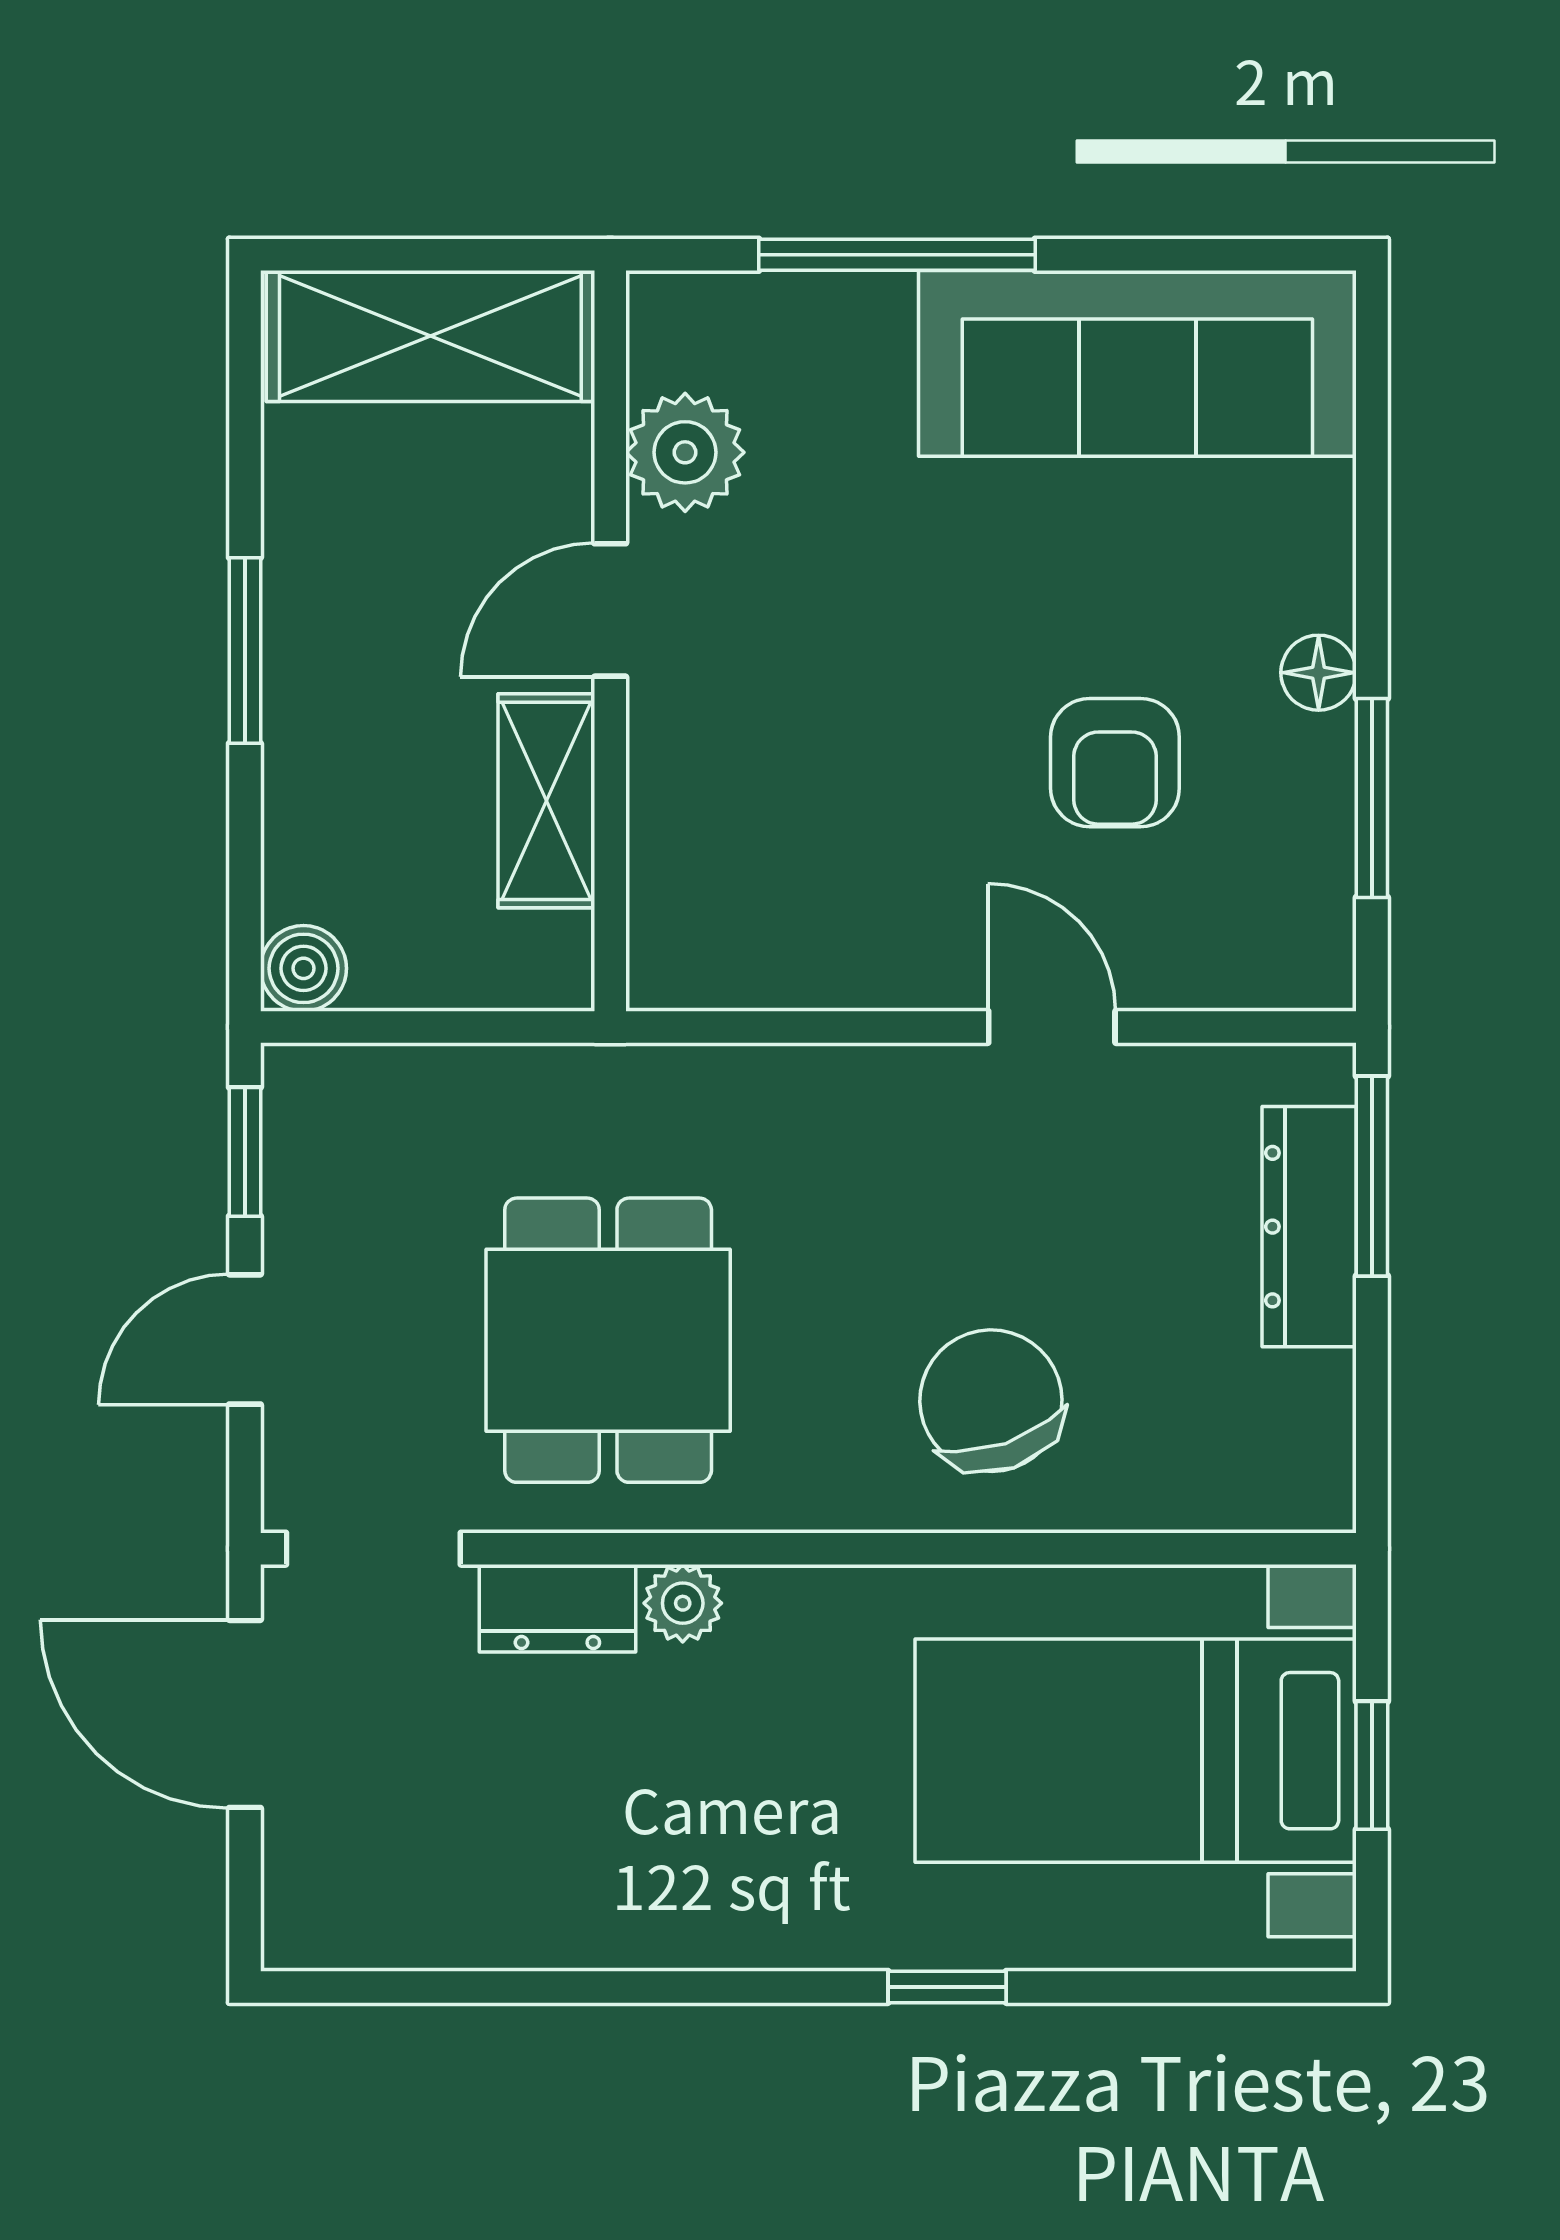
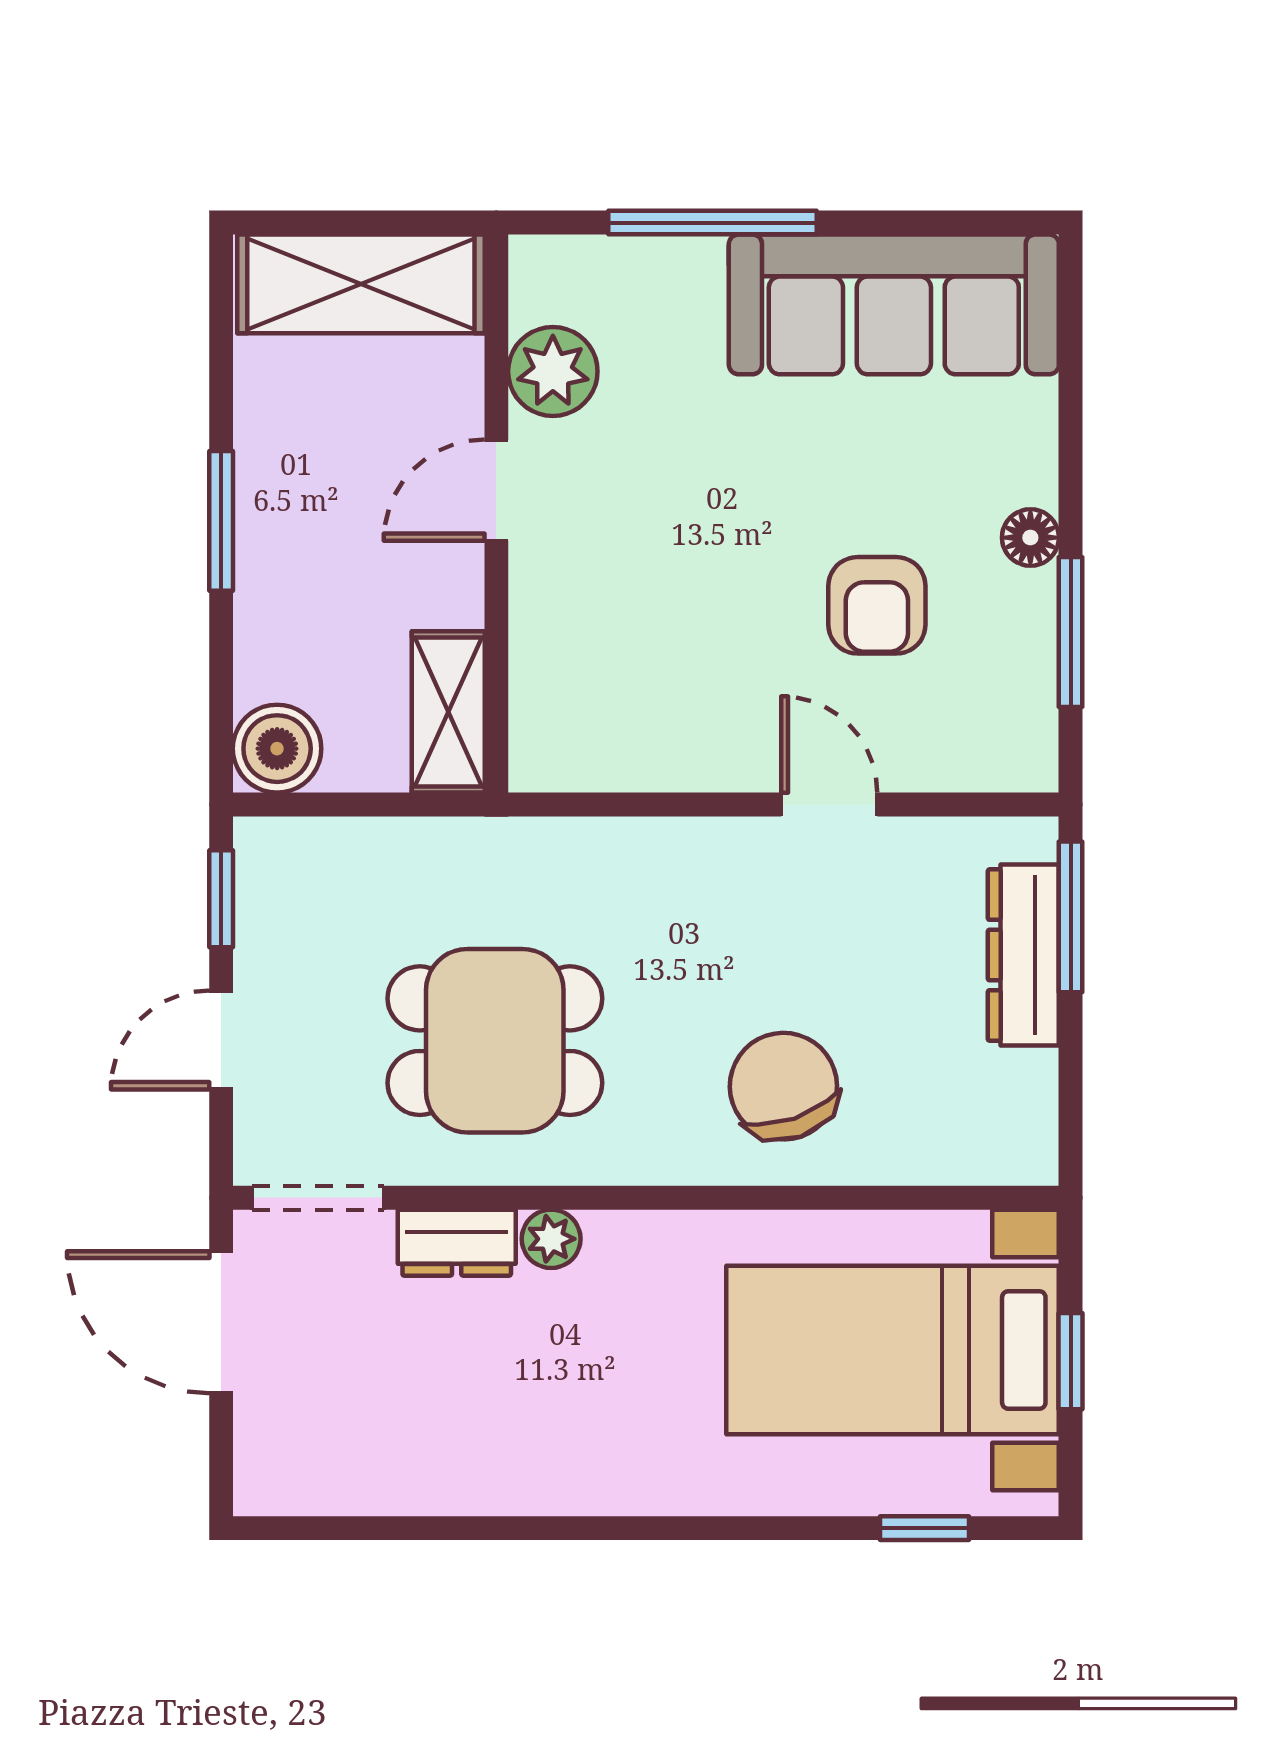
shelving: (546, 801) -> (448, 712), moved
boiler: (304, 968) -> (277, 749), width x1.36, depth x1.36
dining table: (608, 1340) -> (495, 1041), turned 90
window: (947, 1987) -> (924, 1528), moved

